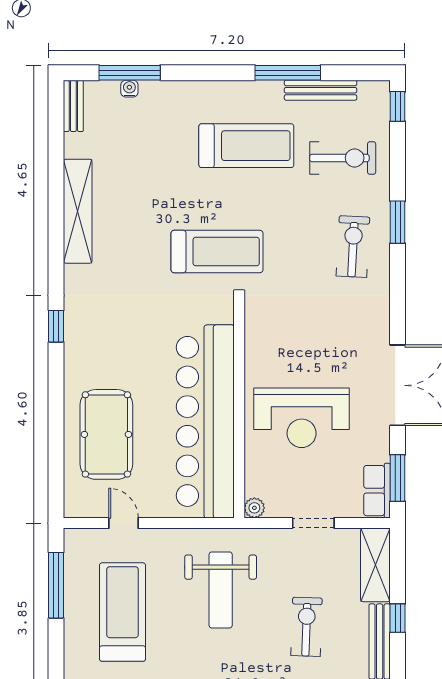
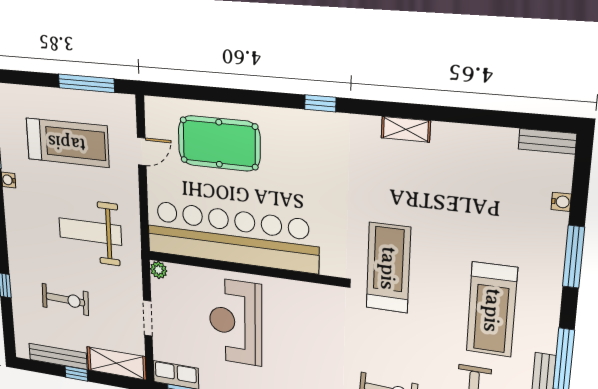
window: (130, 73) -> (574, 257), moved
shelving: (78, 211) -> (406, 129), width x0.45, depth x0.75
treadmill: (217, 252) -> (388, 268), turned 180

